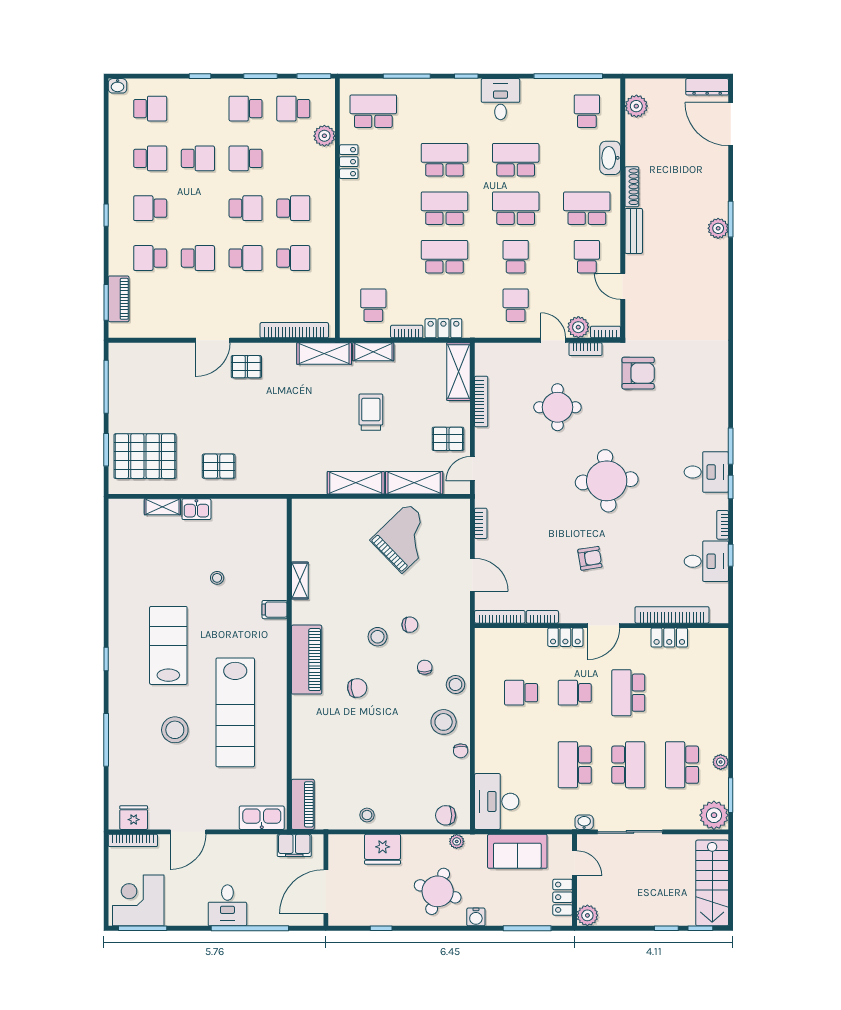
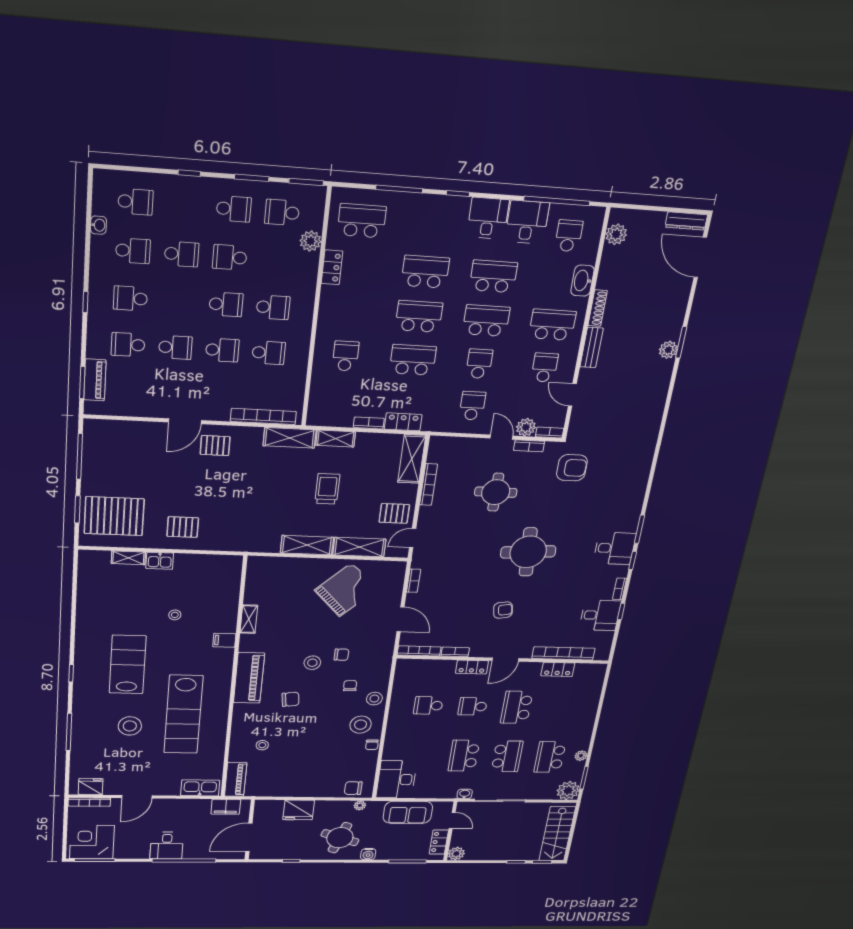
washbasin: (118, 86) -> (98, 225), moved, turned -90
desk: (541, 100) -> (527, 222), added
school desk: (246, 109) -> (234, 209), turned 180
school desk: (373, 305) -> (346, 356), moved
stool: (367, 815) -> (262, 745), moved

